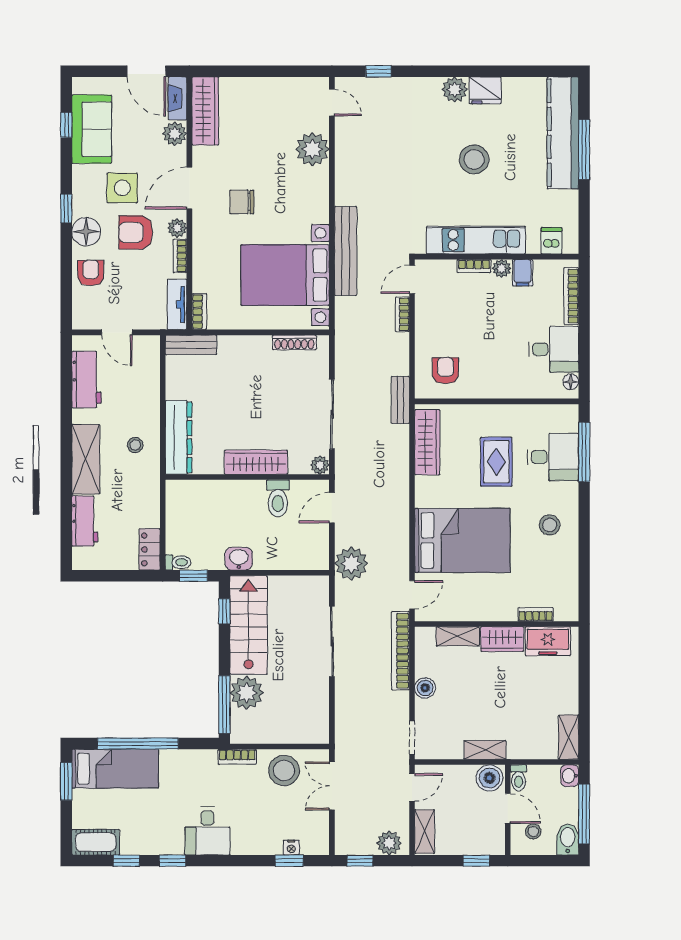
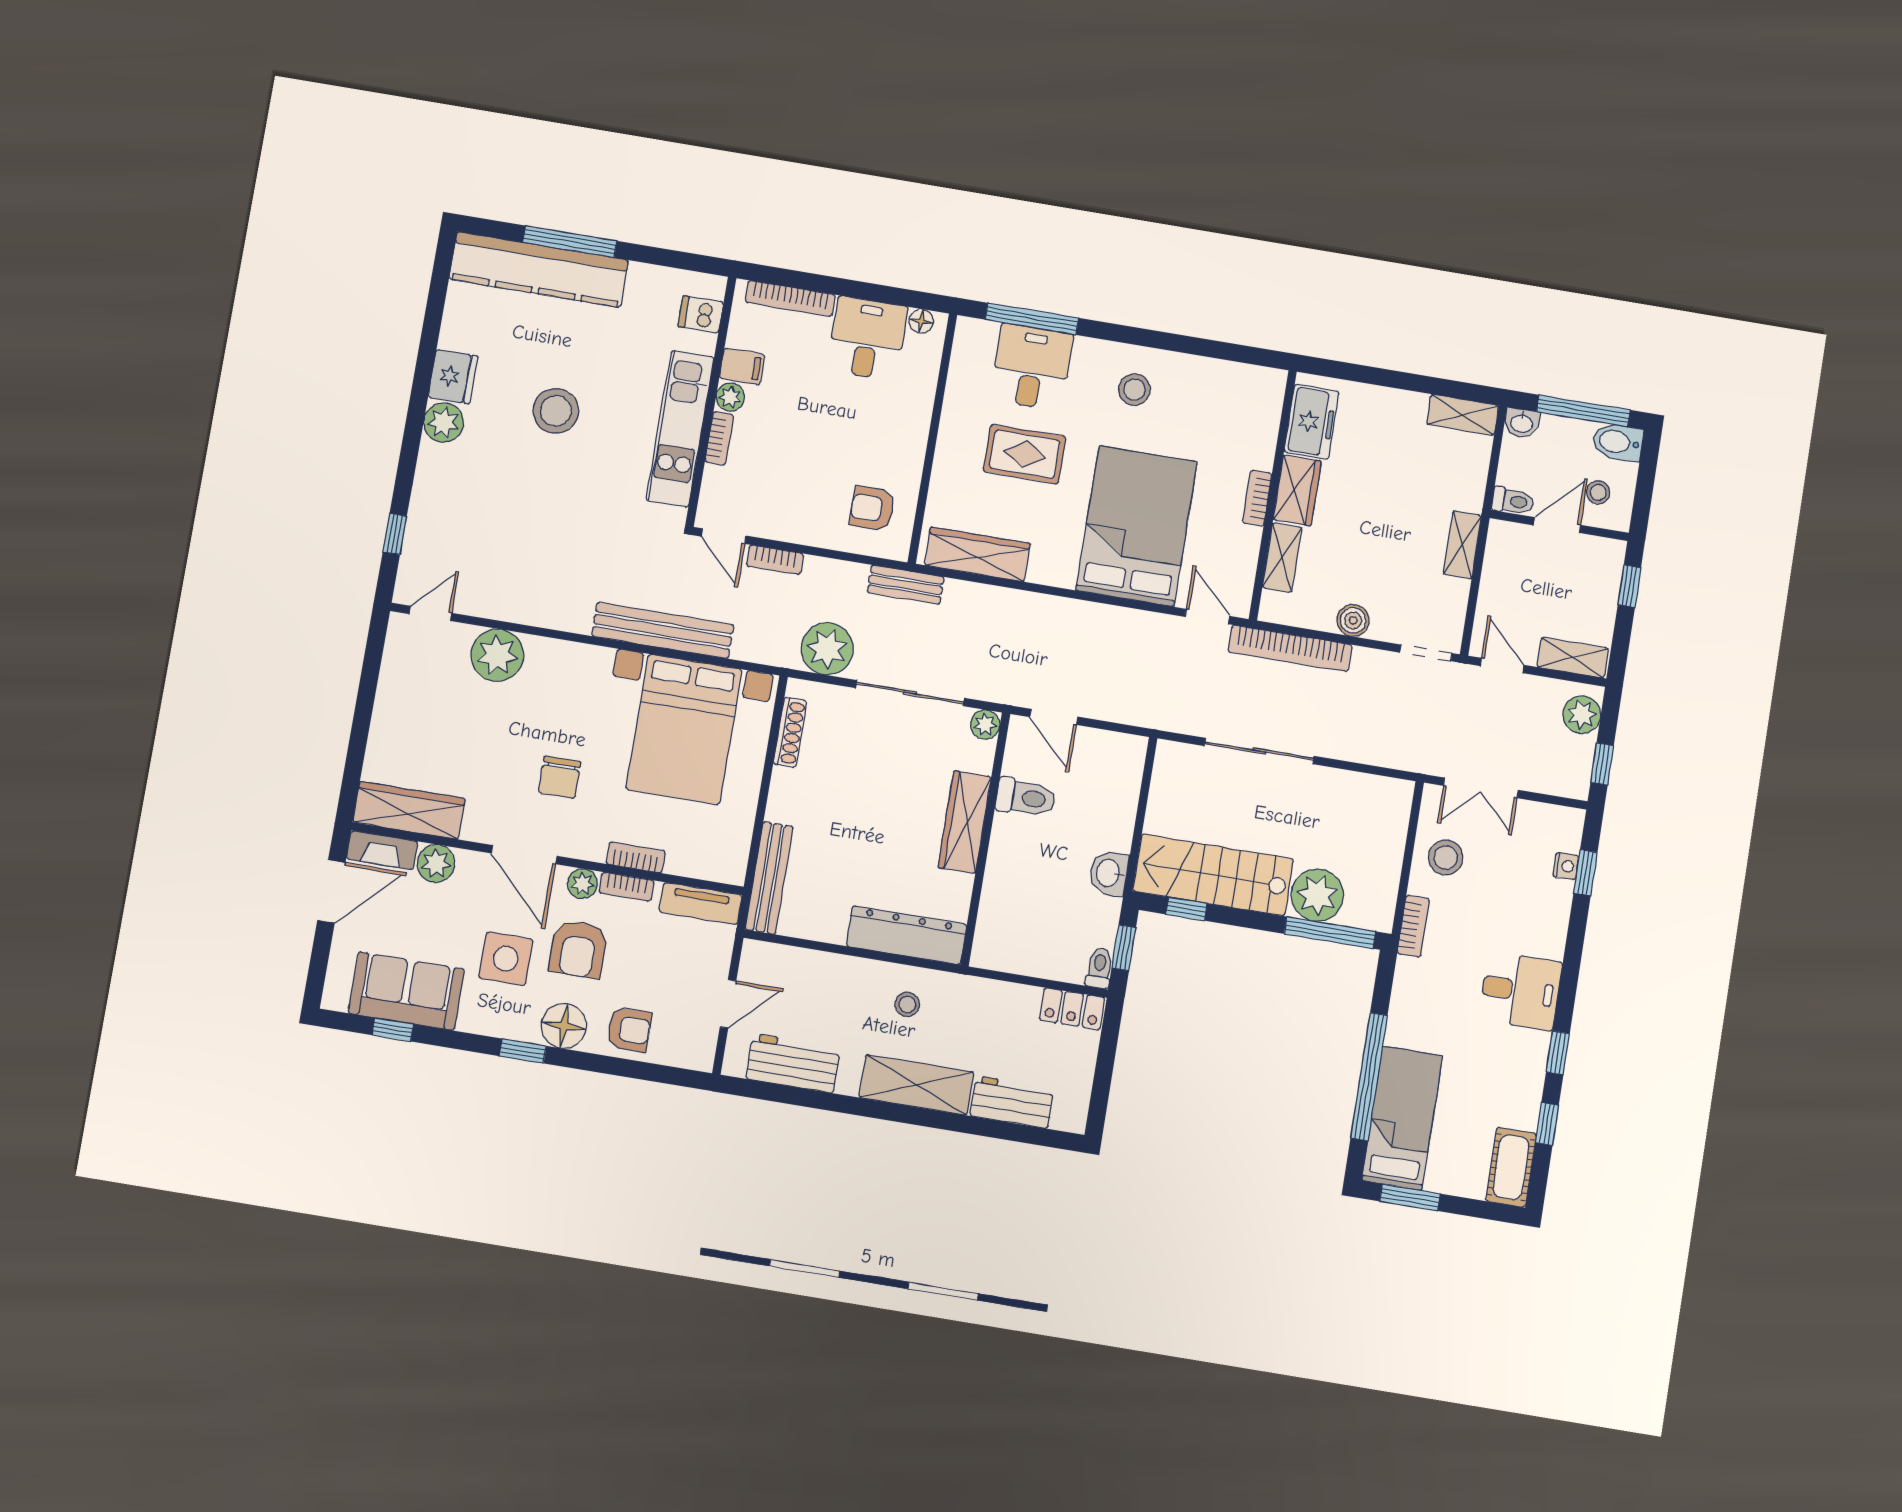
armchair: (91, 273) -> (629, 1029), turned 180
bookcase: (199, 312) -> (636, 857), moved
bench: (191, 345) -> (769, 878), width x1.36
plant: (351, 563) -> (827, 649), moved
bookcase: (536, 614) -> (1257, 498), moved
stool: (284, 770) -> (1446, 858), width x0.73, depth x0.73
boiler: (489, 778) -> (1506, 545), removed

